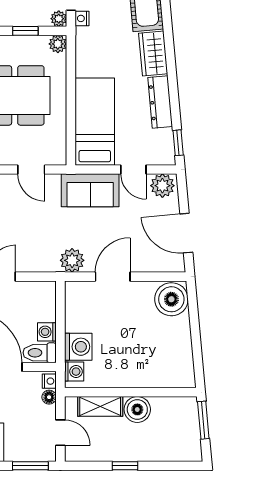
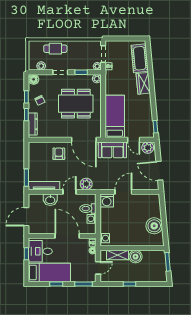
dresser: (160, 102) -> (147, 107), removed
door: (31, 169) -> (84, 140), width x1.87
plant: (72, 260) -> (86, 184), moved
boiler: (171, 299) -> (154, 226), moved
washing machine: (78, 347) -> (107, 201), moved, turned 90
toilet: (40, 353) -> (88, 209), moved
door: (60, 433) -> (98, 268), hinge flipped

